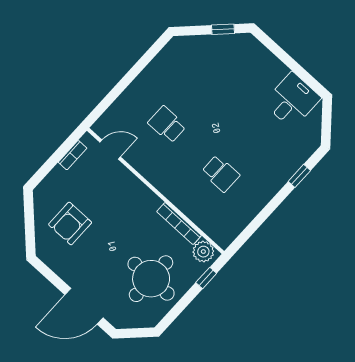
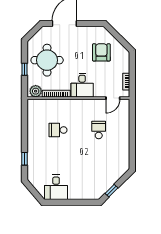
school desk: (167, 125) -> (99, 130), turned -90
desk: (135, 204) -> (82, 85), added
window: (206, 278) -> (25, 69), moved

